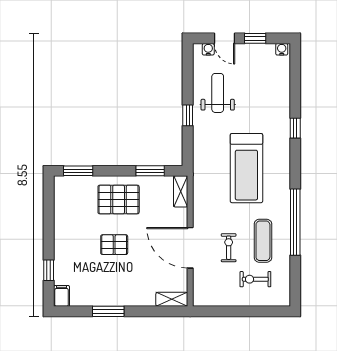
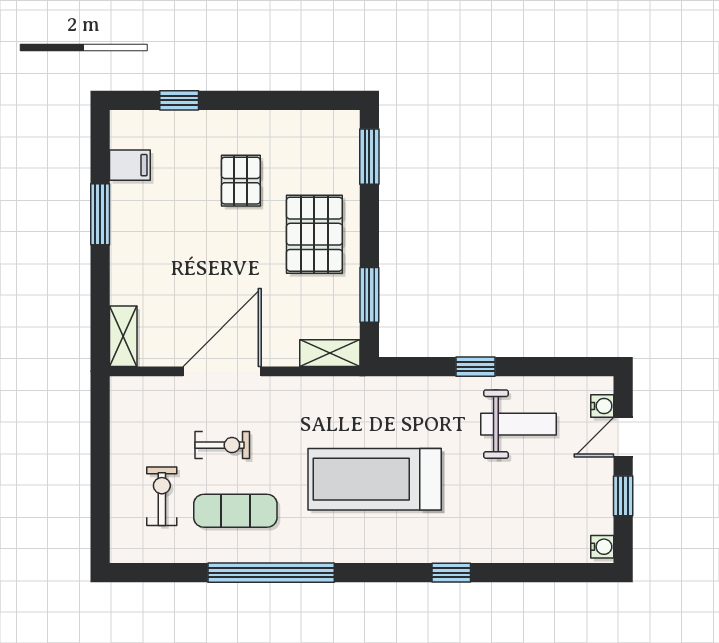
pallet: (114, 245) -> (241, 181), moved
filing cabinet: (62, 296) -> (130, 165), moved

